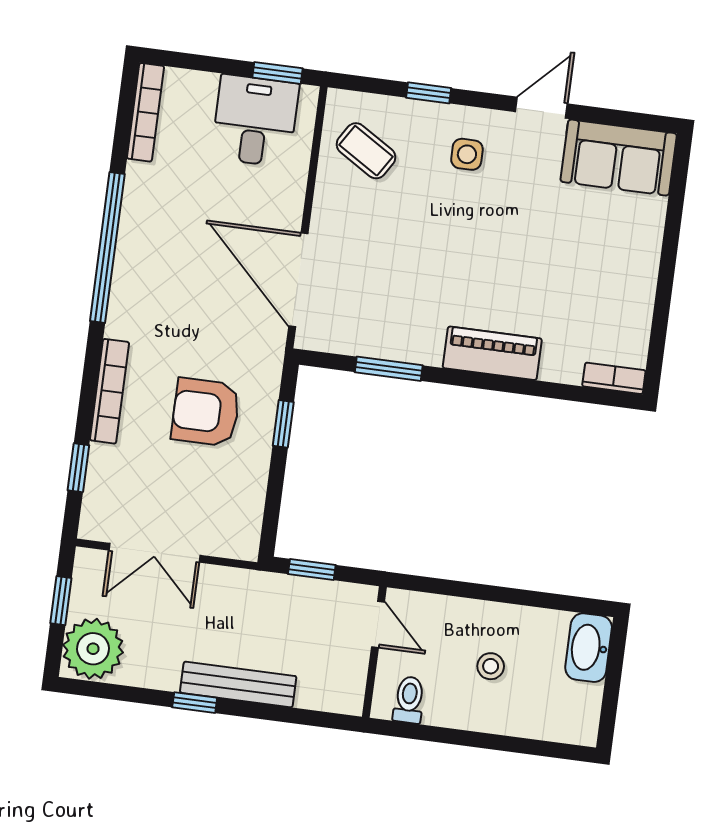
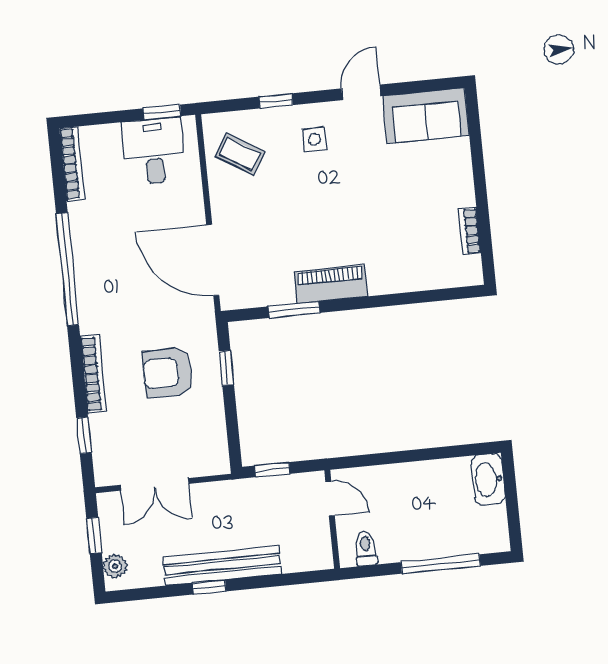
piano: (492, 353) -> (331, 284), moved
bookcase: (614, 378) -> (470, 231), moved, turned -90
plant: (93, 649) -> (115, 566), width x0.53, depth x0.53
stool: (491, 666) -> (420, 510), removed
bench: (238, 684) -> (222, 565), width x1.37, depth x1.21
window: (501, 743) -> (441, 564), added

